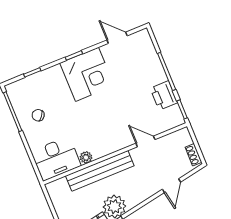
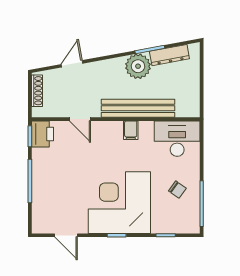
corner desk: (87, 74) -> (119, 203), width x1.36, depth x1.36
printer: (164, 95) -> (42, 134), moved
filing cabinet: (98, 150) -> (131, 130), added
shoe rack: (193, 155) -> (37, 91), width x1.43
plant: (86, 157) -> (146, 127), removed

